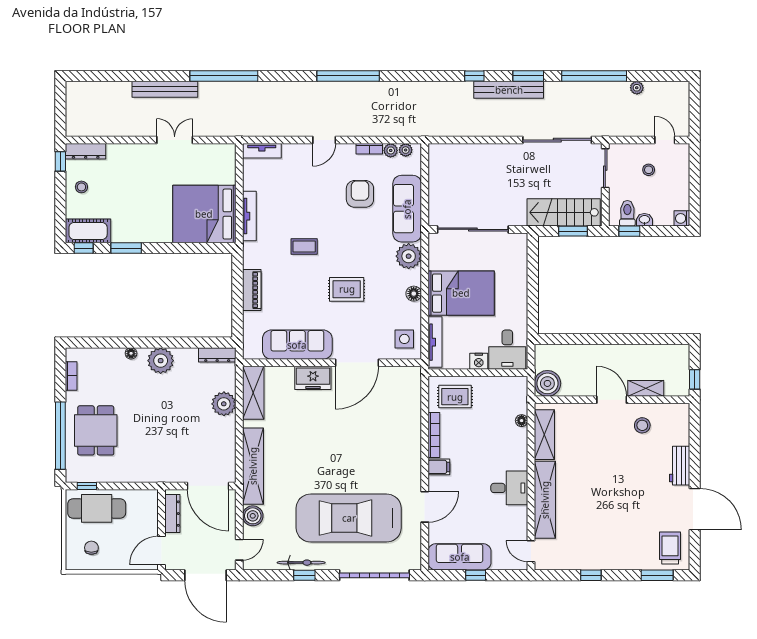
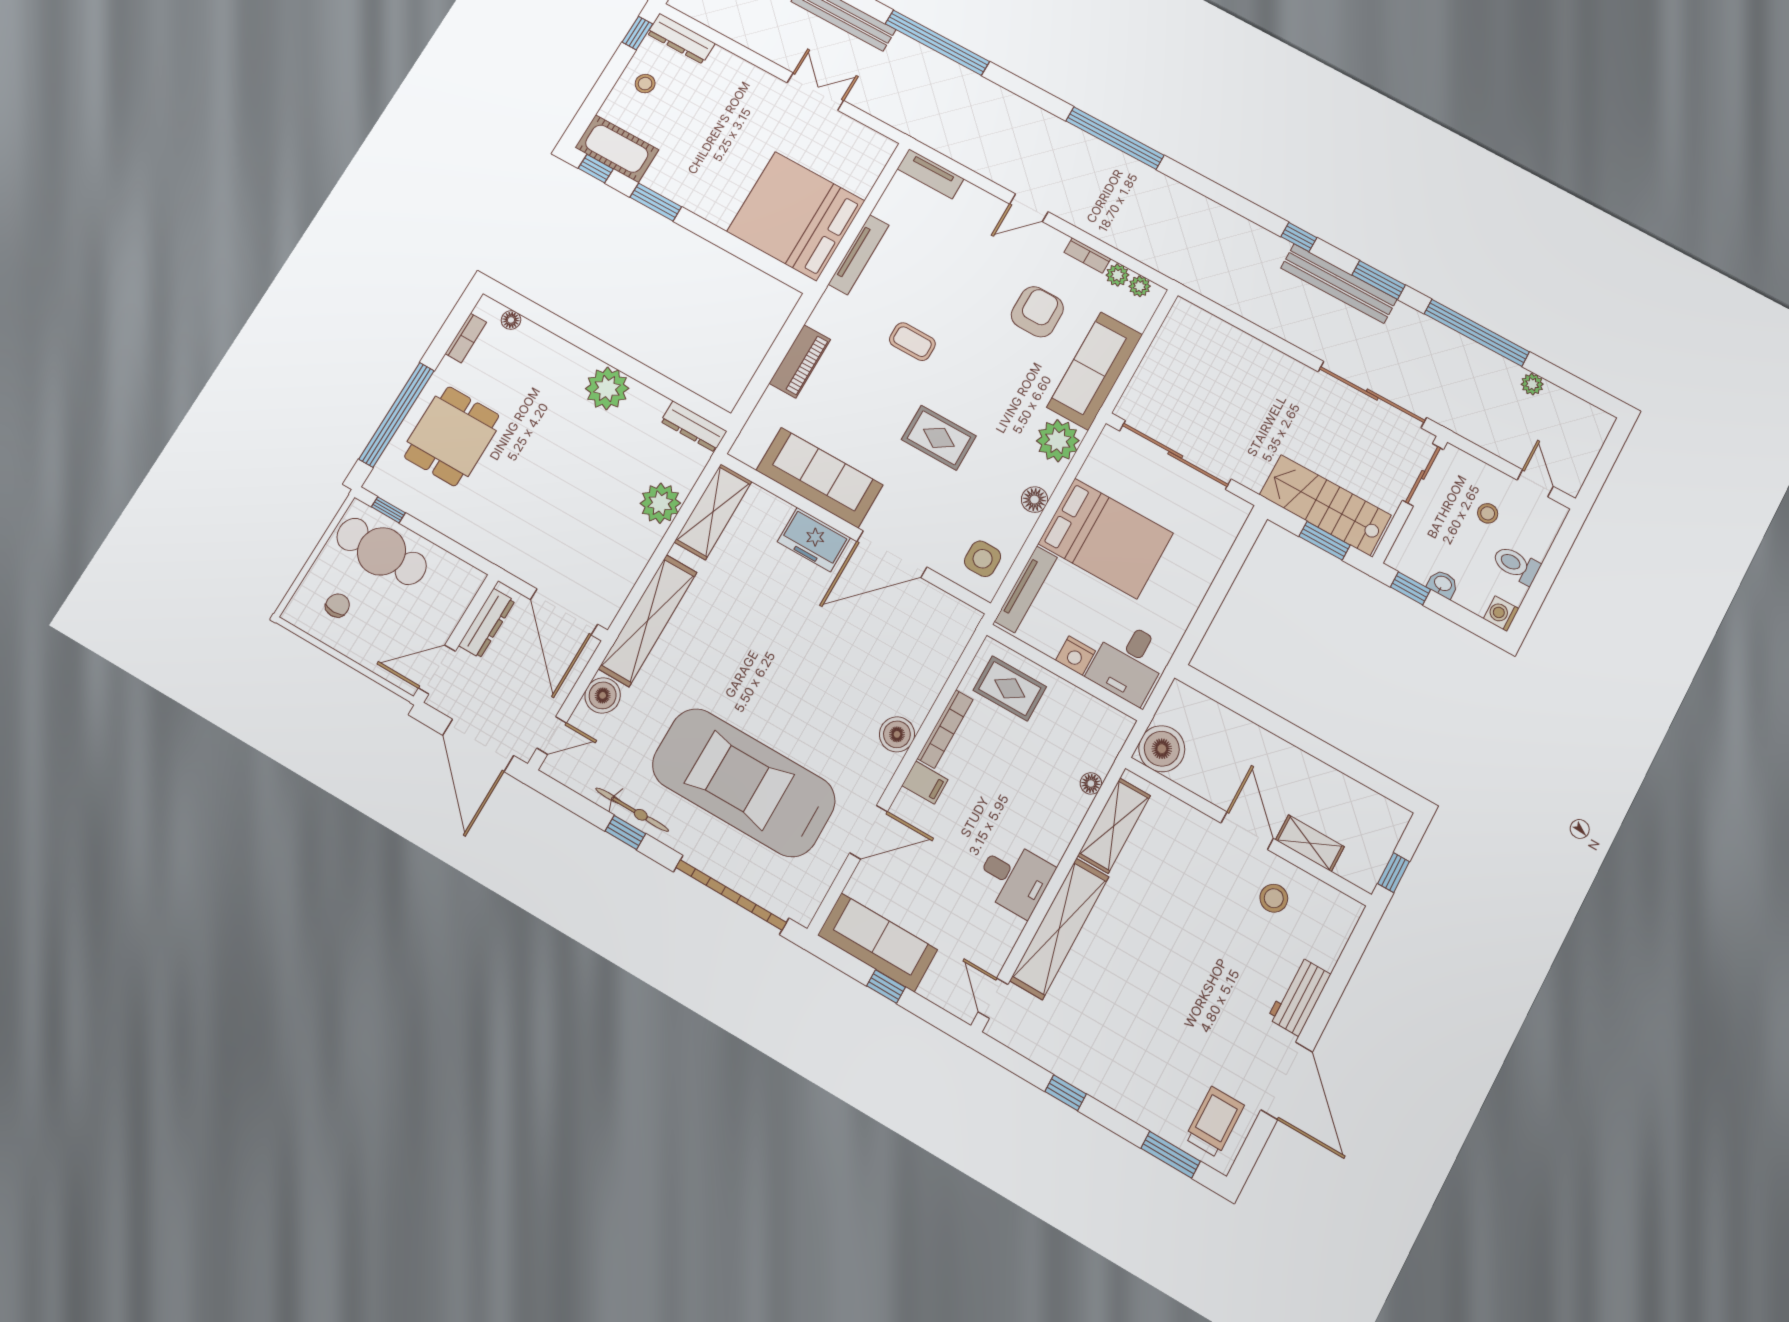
toilet: (627, 213) -> (1516, 565), moved, turned -90
floor lamp: (131, 353) -> (511, 320), moved
boiler: (411, 451) -> (897, 734), added

